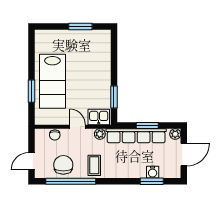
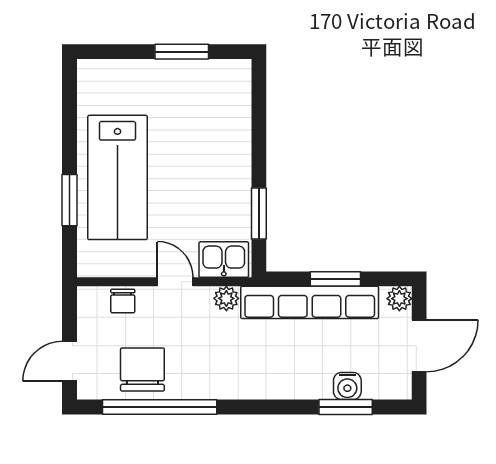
coffee table: (94, 165) -> (213, 371), removed

